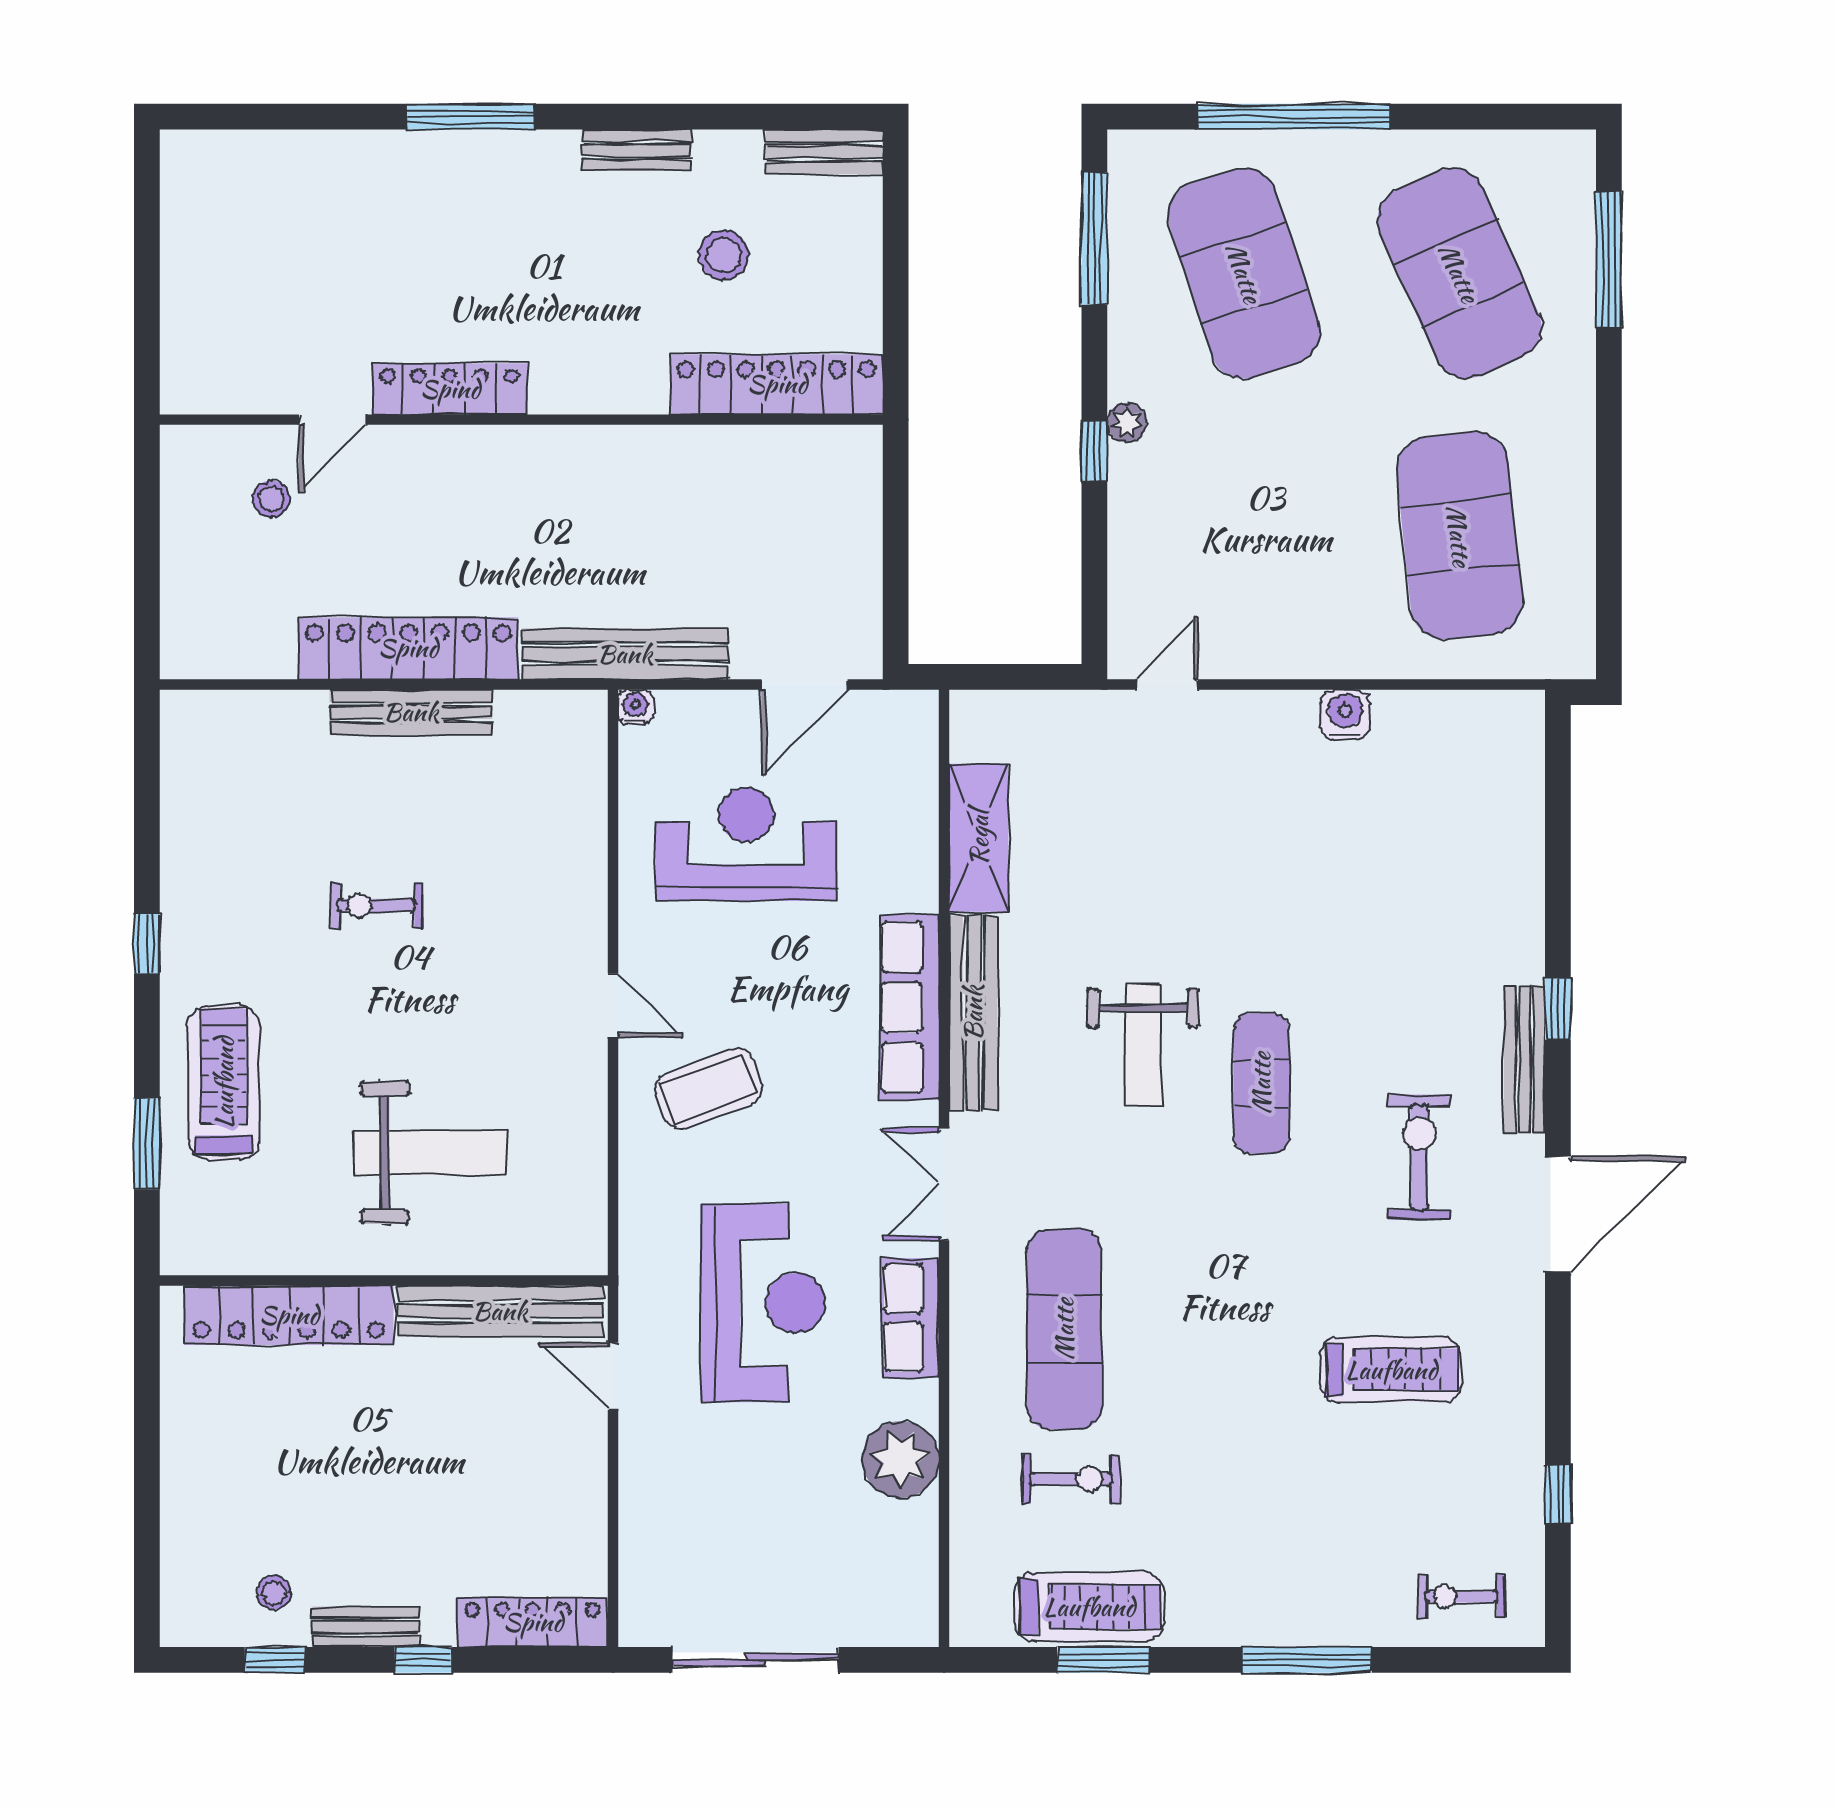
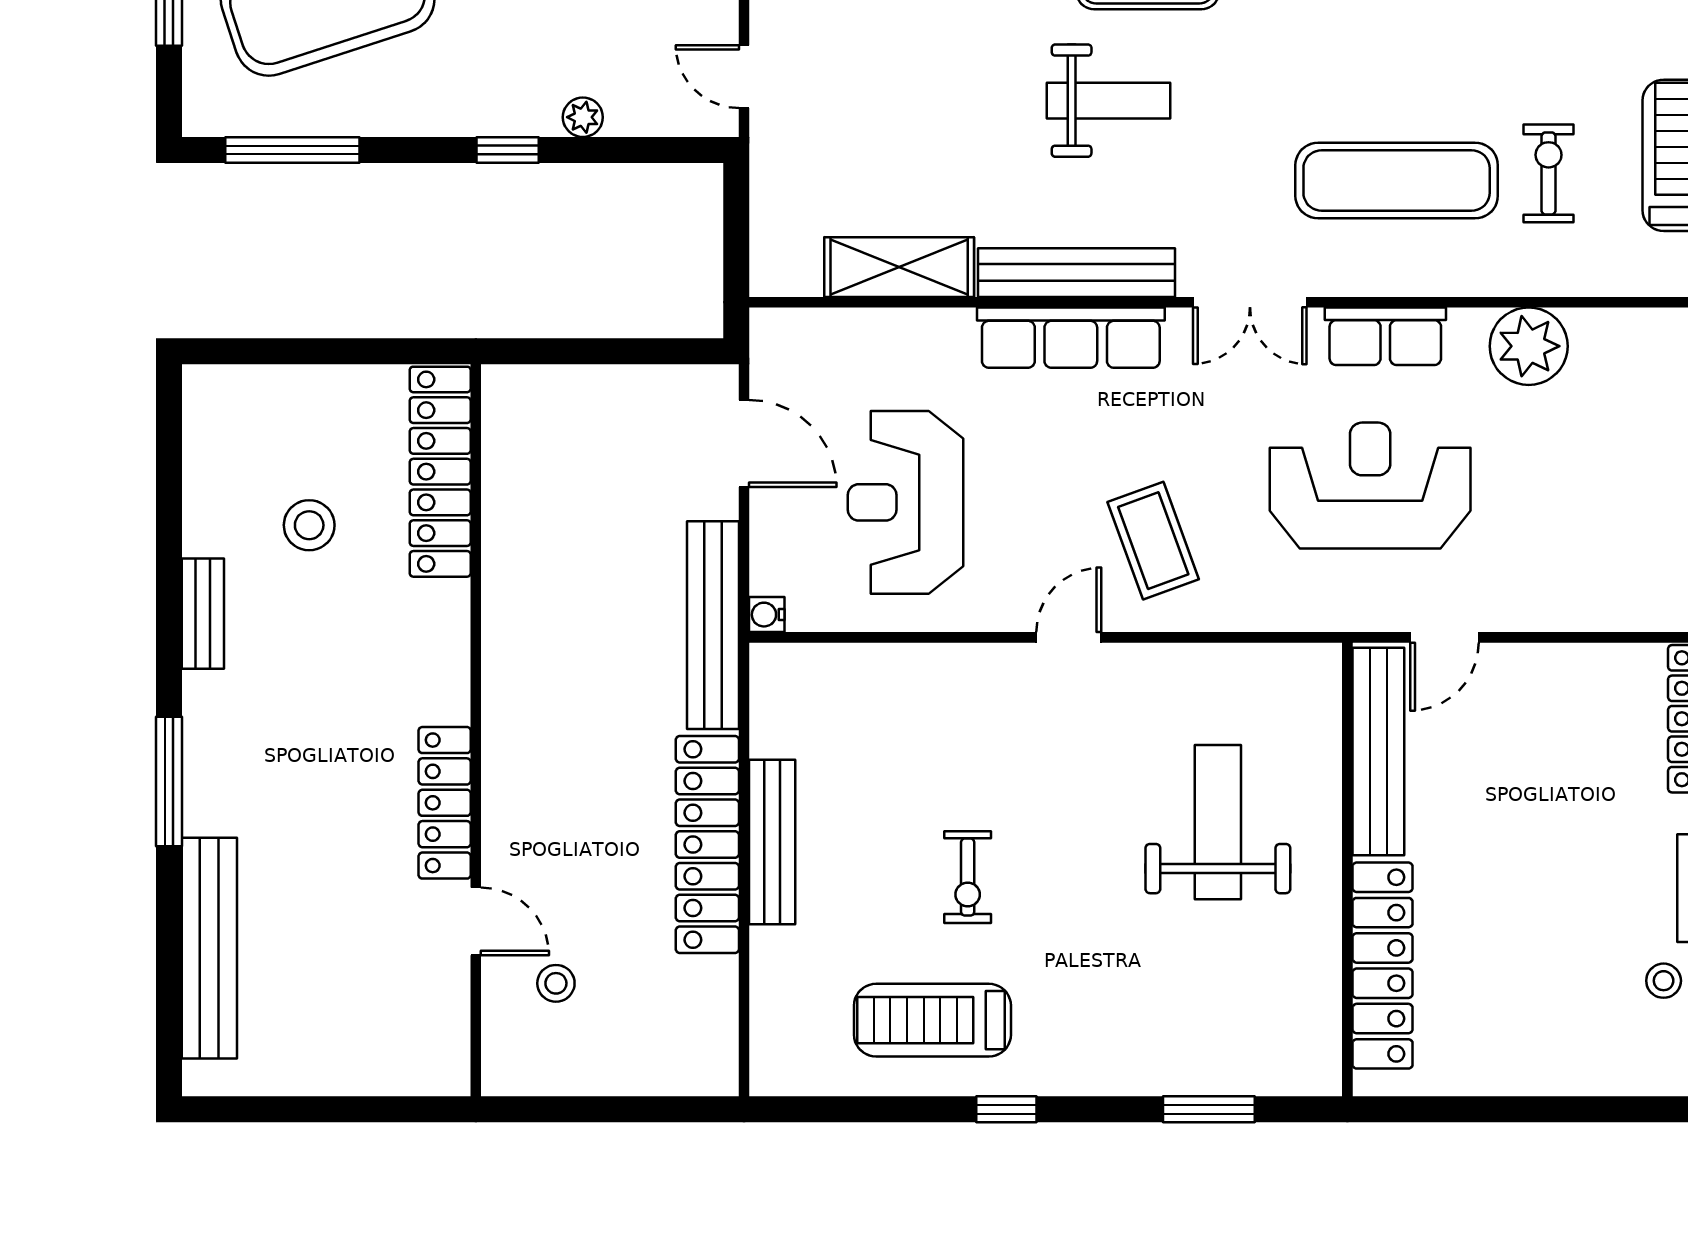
bench: (824, 152) -> (209, 948), moved, width x1.86, depth x1.21
plant: (1127, 423) -> (583, 117), moved
treadmill: (224, 1083) -> (932, 1020), moved

